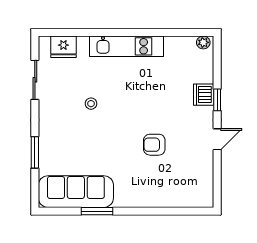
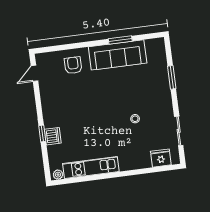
kitchen unit: (127, 46) -> (91, 167), moved
door: (217, 139) -> (34, 73), moved
armchair: (154, 145) -> (73, 65), moved, turned -90
sofa: (76, 192) -> (118, 55), moved

